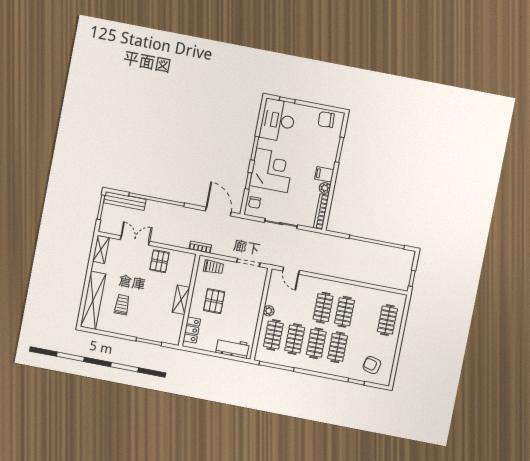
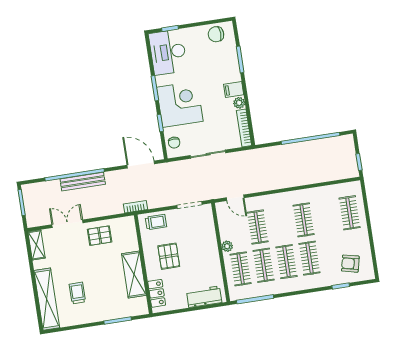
bench: (125, 201) -> (83, 182), moved
pallet: (159, 261) -> (100, 236), turned 90
shelving: (181, 300) -> (134, 275), width x1.50, depth x1.33
clothes rail: (323, 308) -> (258, 227), moved

